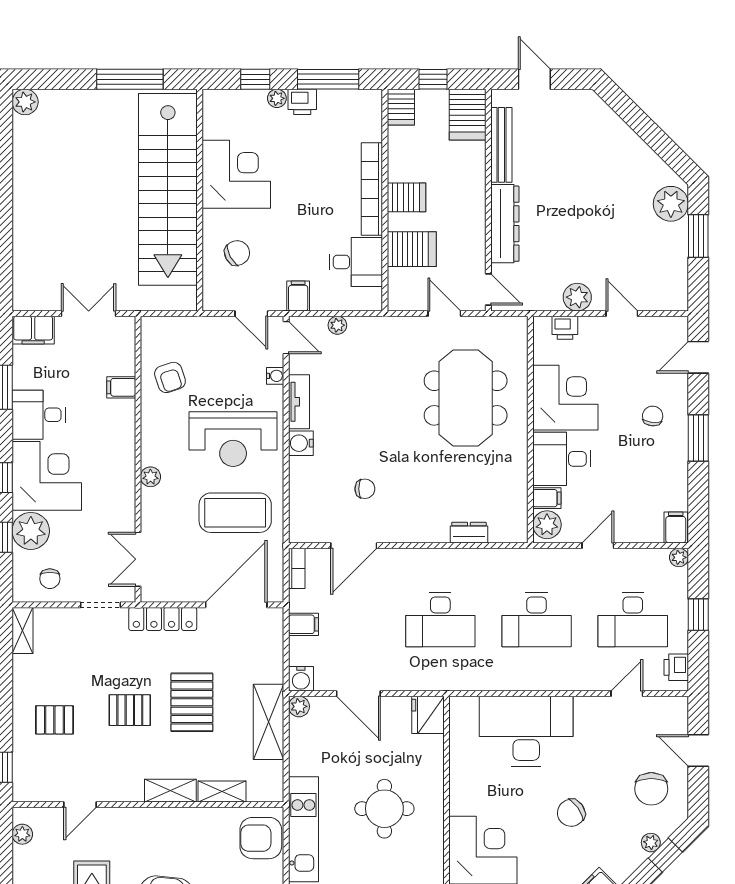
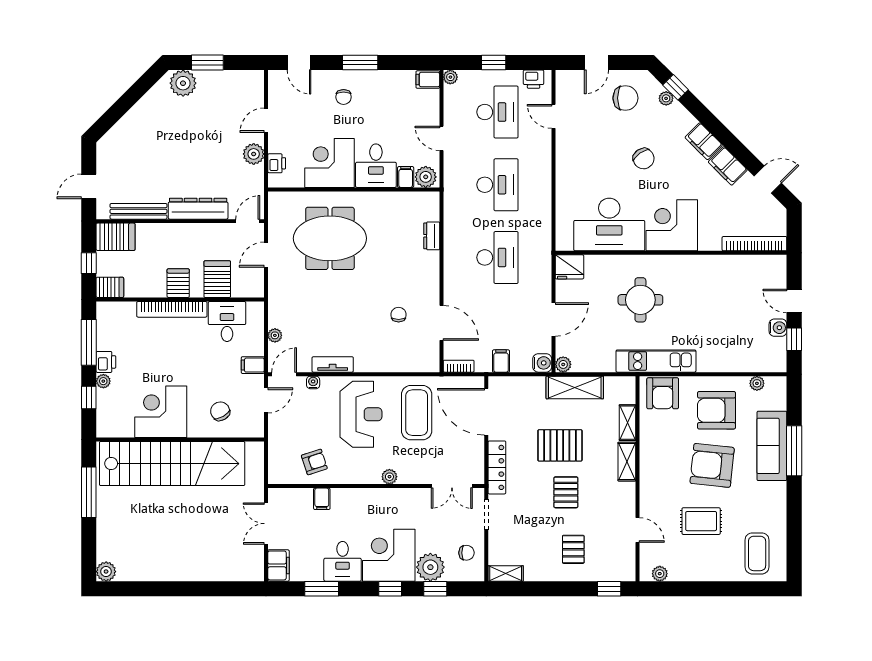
chair: (653, 416) -> (344, 97), turned -97
water cooler: (301, 443) -> (364, 363), removed
desk: (526, 731) -> (609, 224), moved, turned -90

